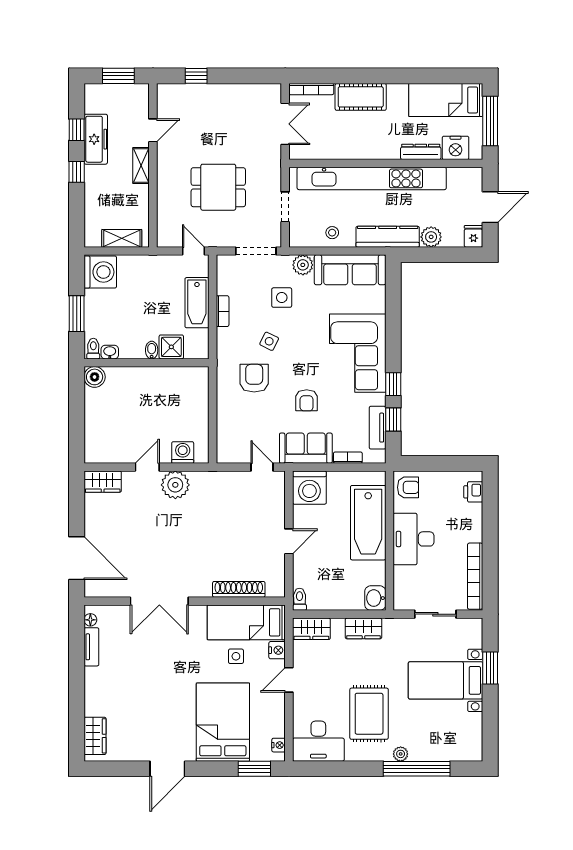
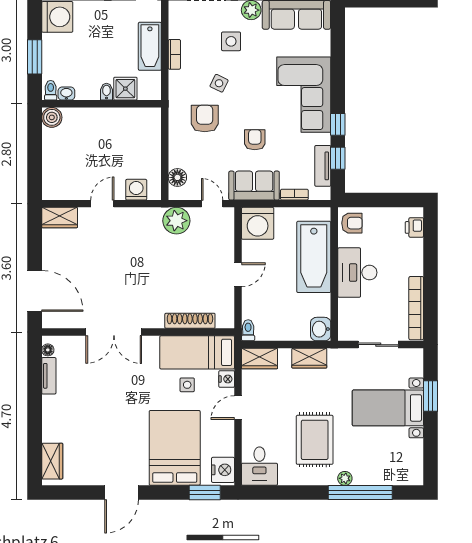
armchair: (307, 400) -> (255, 140), turned 180
floor lamp: (226, 440) -> (177, 177), added
plant: (175, 485) -> (176, 221), moved
desk: (318, 741) -> (259, 466), width x0.73
nightstand: (279, 745) -> (223, 470), width x1.89, depth x1.79

